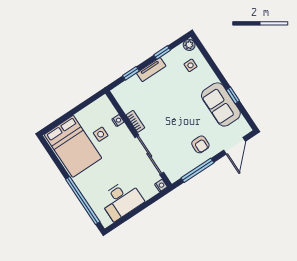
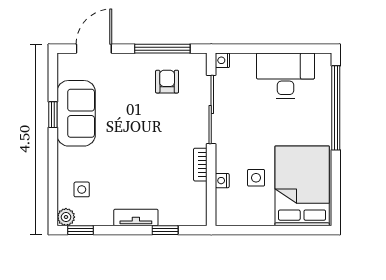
window: (162, 53) -> (81, 230), moved
armchair: (200, 144) -> (167, 82), moved

